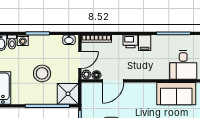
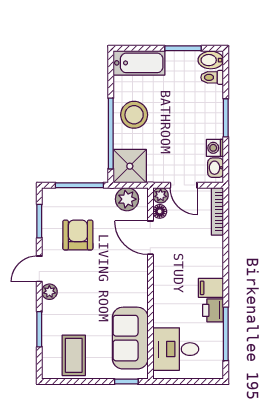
washing machine: (23, 40) -> (215, 148), moved
printer: (130, 41) -> (213, 310), moved
stool: (42, 73) -> (134, 115), moved
plant: (89, 96) -> (127, 199), added

